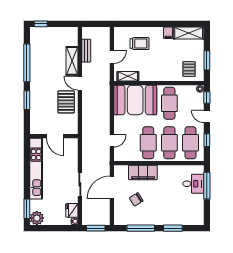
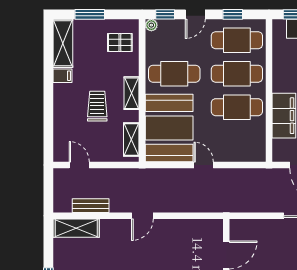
trolley: (140, 44) -> (97, 106), moved
door: (112, 57) -> (79, 165), moved
window: (207, 60) -> (90, 14), moved
shelving: (72, 61) -> (76, 228), moved
shelving: (157, 76) -> (131, 93), added
pallet: (66, 102) -> (172, 237), removed
door: (112, 141) -> (204, 165), moved

